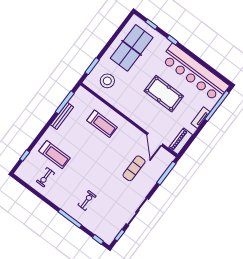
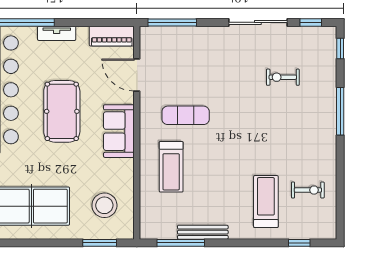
sofa: (136, 112) -> (119, 131), added
treadmill: (102, 124) -> (171, 167), turned 180
door: (155, 139) -> (137, 75), swing flipped
exercise mat: (134, 168) -> (186, 115), moved
exercise bike: (87, 200) -> (283, 77), moved

